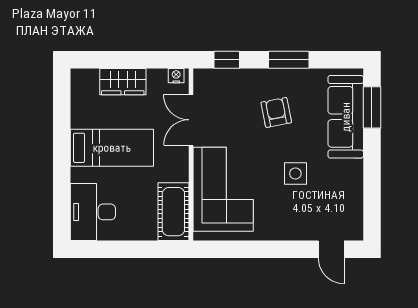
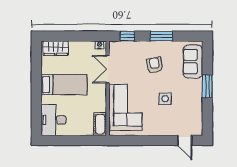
wardrobe: (123, 82) -> (56, 48), moved
window: (372, 107) -> (207, 86), moved
sofa: (346, 117) -> (193, 62), width x0.73
cot: (173, 212) -> (100, 124), width x0.73, depth x0.75

